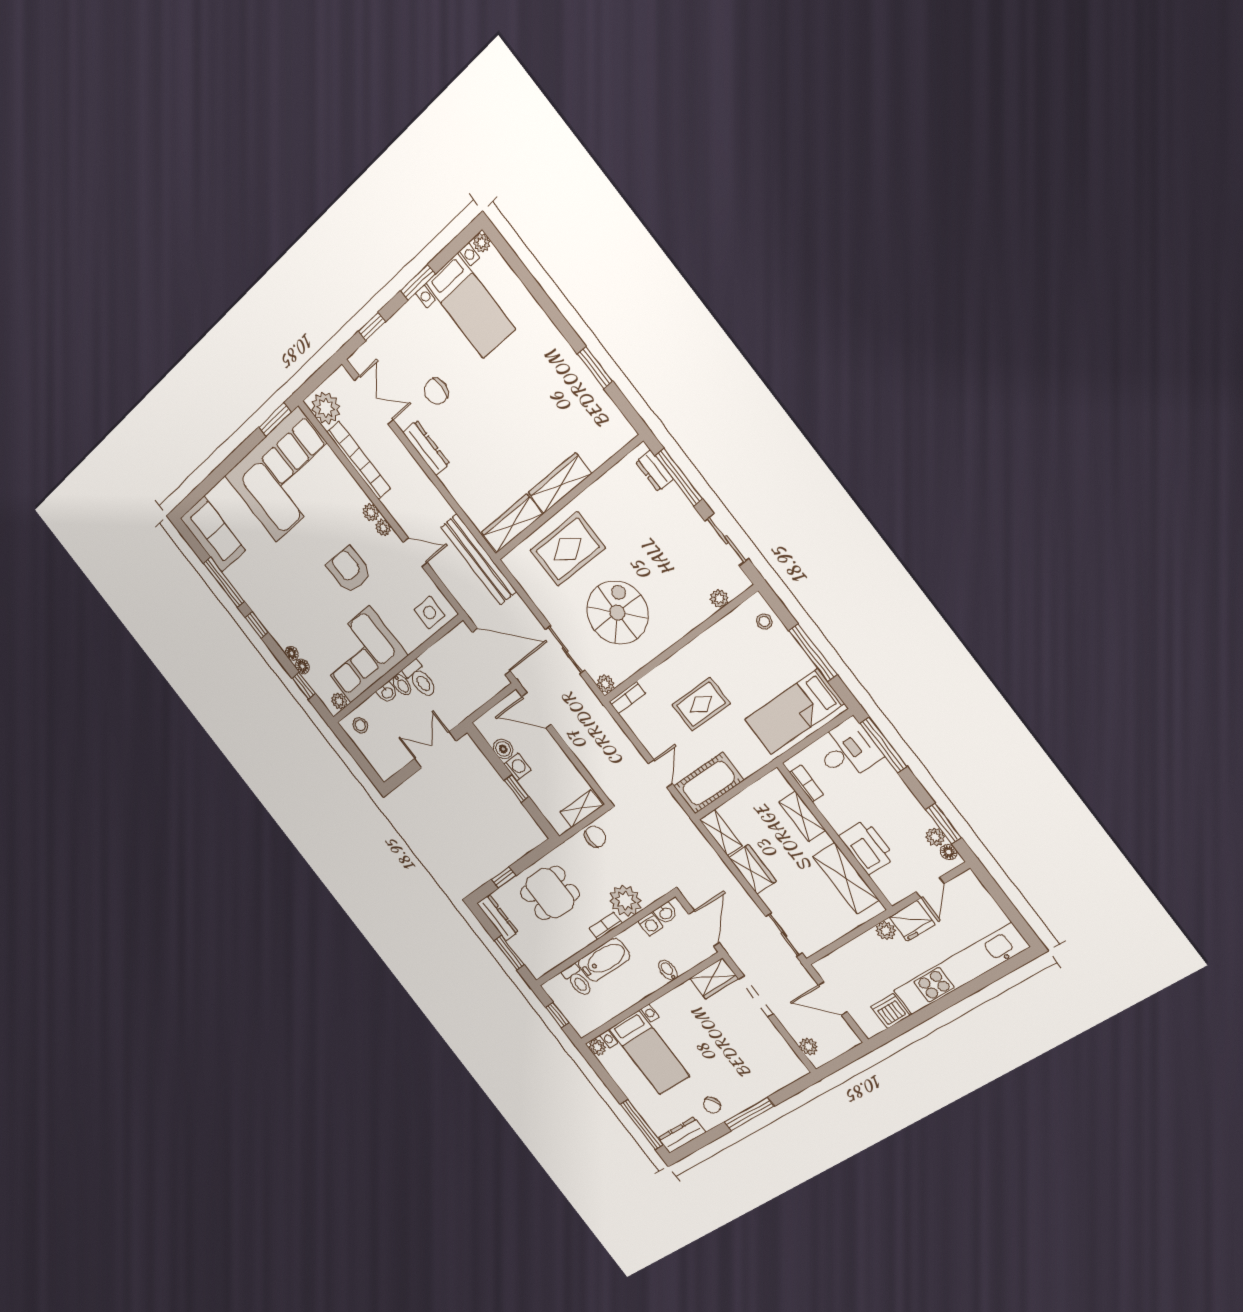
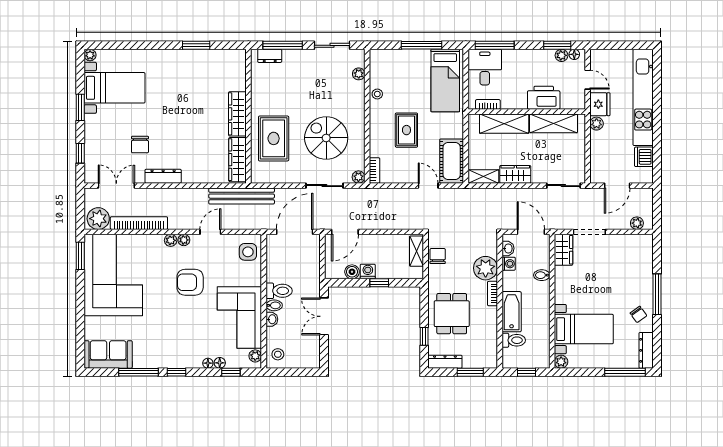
stool: (764, 622) -> (377, 94), moved
shelving: (802, 816) -> (504, 124), width x1.50, depth x1.33

